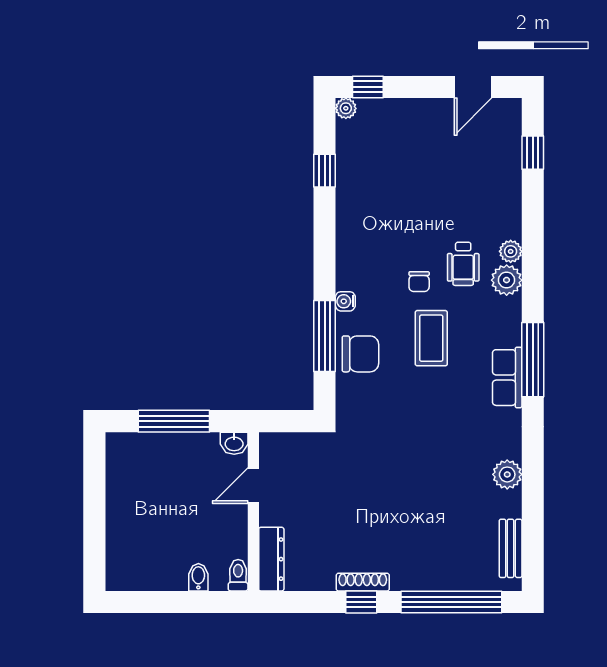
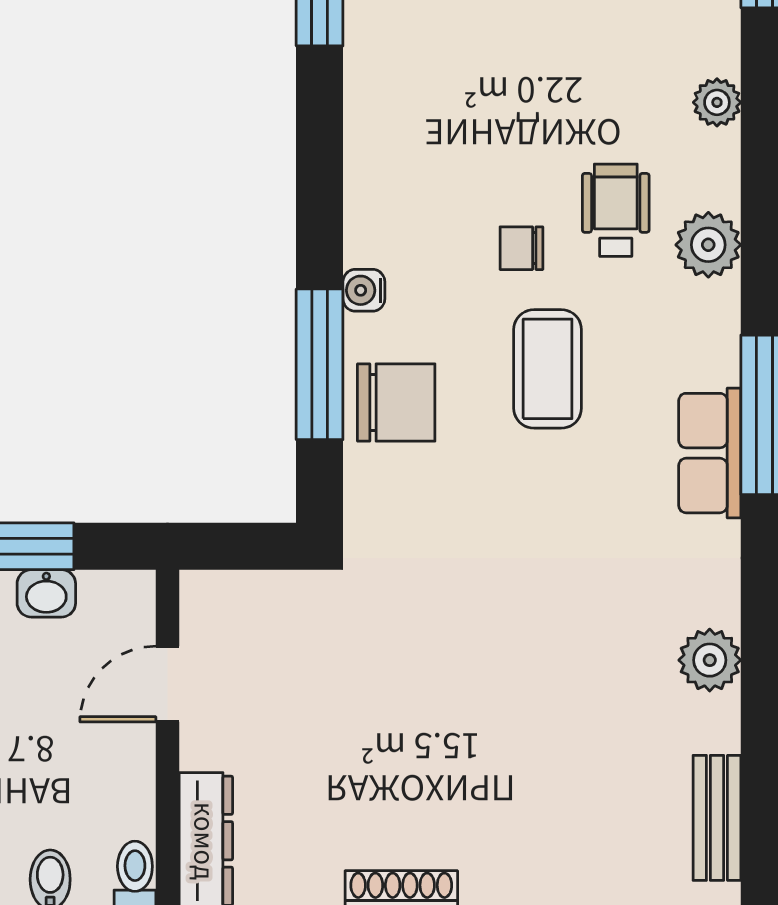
plant: (511, 251) -> (717, 102), moved
wheelchair: (463, 264) -> (616, 210), turned 180
chair: (419, 282) -> (521, 248), turned 90
washbasin: (234, 443) -> (46, 593), moved

